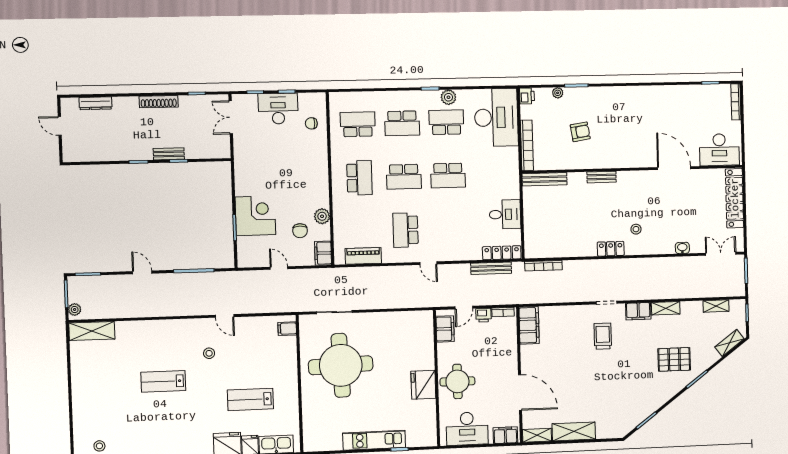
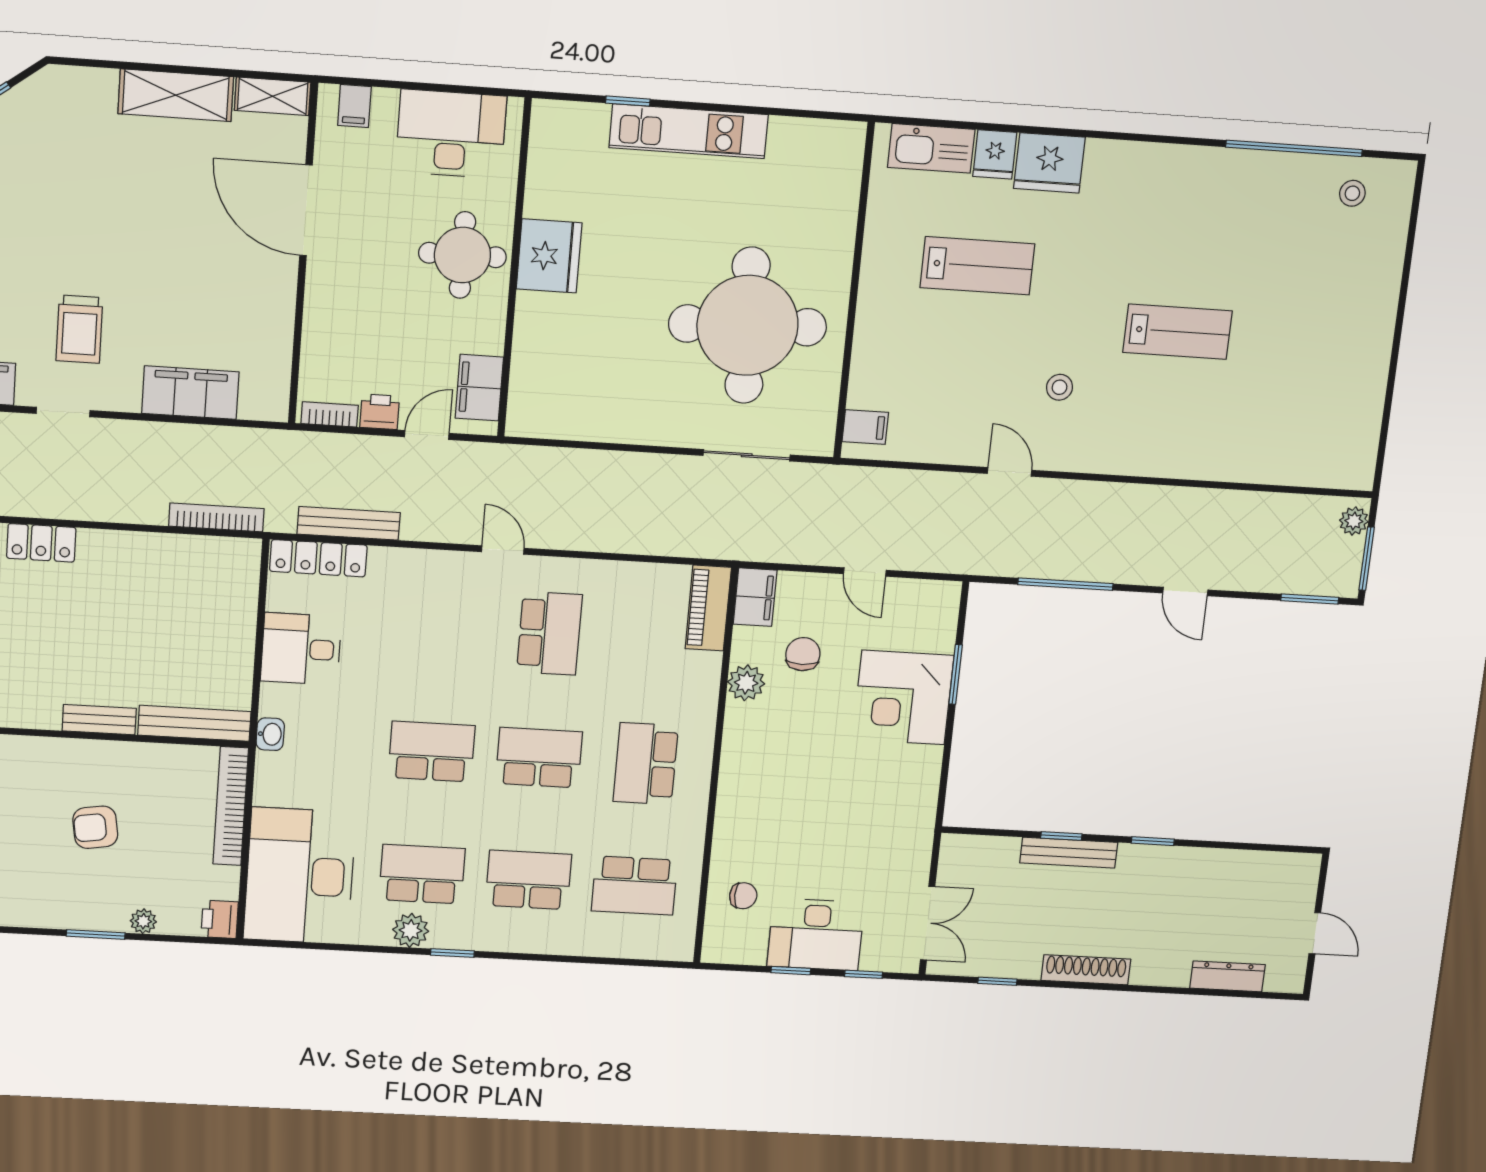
school desk: (446, 122) -> (422, 874), turned 180
bench: (169, 154) -> (1069, 853), width x1.36
washbasin: (514, 177) -> (270, 734), added
bench: (602, 177) -> (99, 720), moved
piano: (363, 256) -> (708, 608), moved, turned 90
filing cabinet: (529, 325) -> (190, 393), moved, turned 90
shelving: (92, 331) -> (1323, 467), removed
filing cabinet: (505, 435) -> (354, 106), width x0.50

